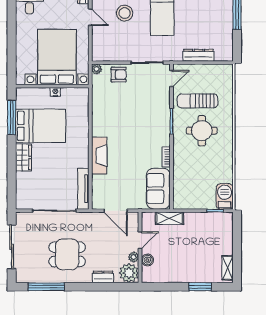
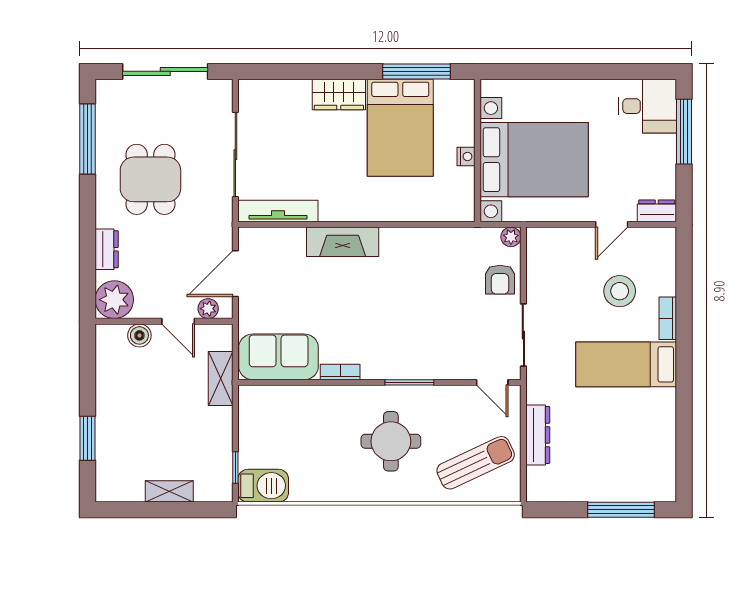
sun lounger: (198, 101) -> (476, 463), moved, turned 65
plant: (134, 257) -> (208, 309), moved
shelving: (228, 268) -> (169, 491), moved

